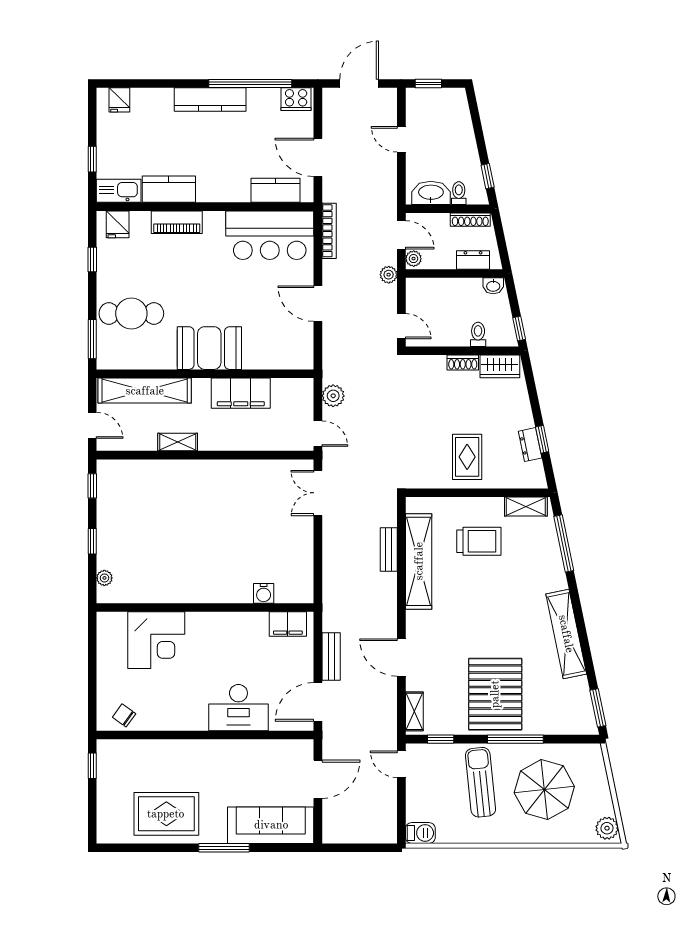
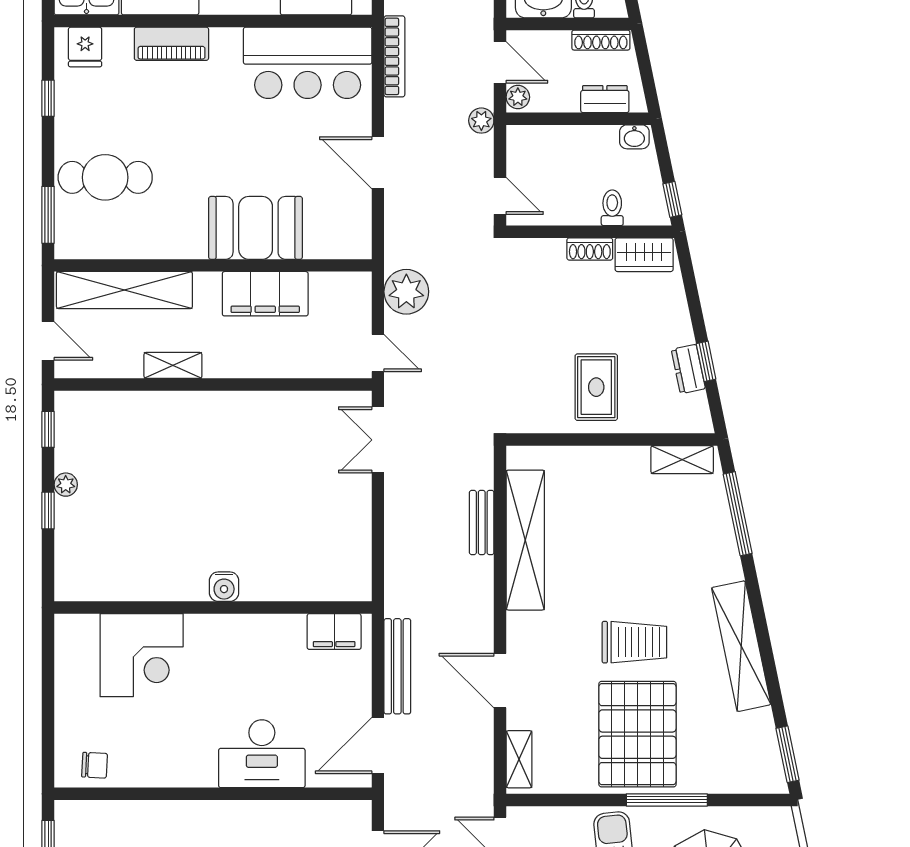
booth: (209, 348) -> (256, 228), moved
plant: (333, 396) -> (406, 292), width x1.36, depth x1.36
trolley: (479, 541) -> (634, 642), moved
plant: (104, 578) -> (66, 485), moved
water cooler: (264, 593) -> (224, 587), moved
bench: (331, 656) -> (397, 666), width x1.36
chair: (124, 715) -> (95, 765), turned 147
window: (441, 739) -> (558, 800), removed

